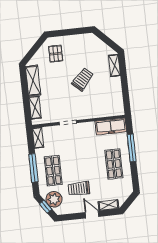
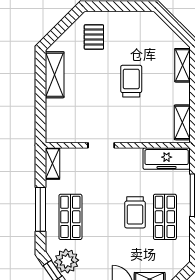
trolley: (83, 79) -> (131, 81), turned -43
shelving: (35, 108) -> (182, 122), moved
trolley: (79, 189) -> (135, 212), moved, turned -90

